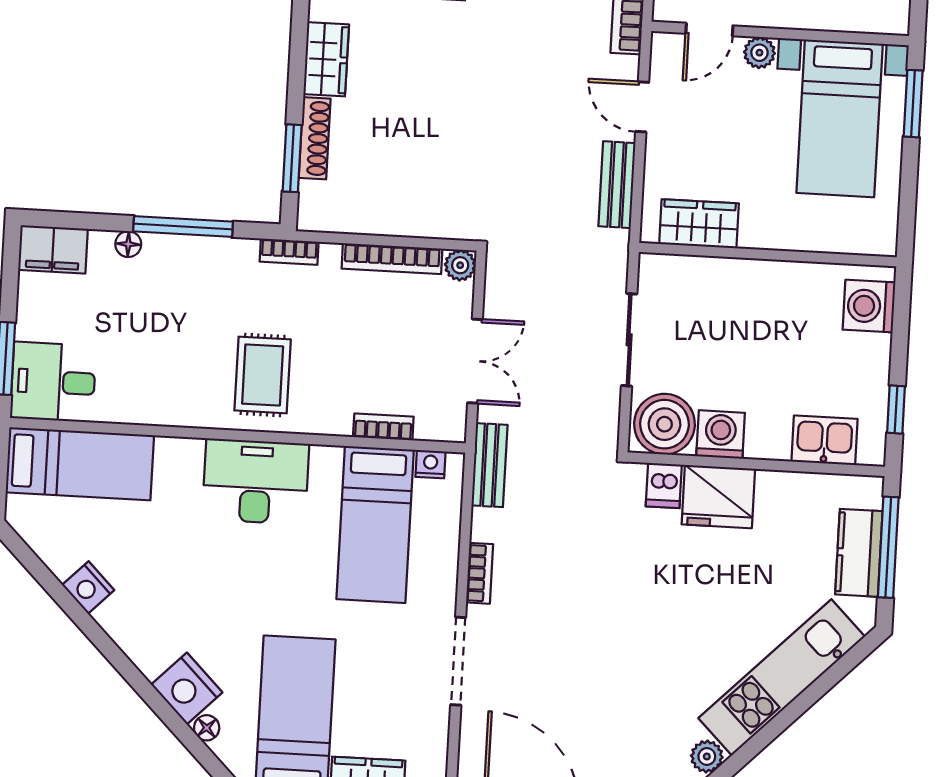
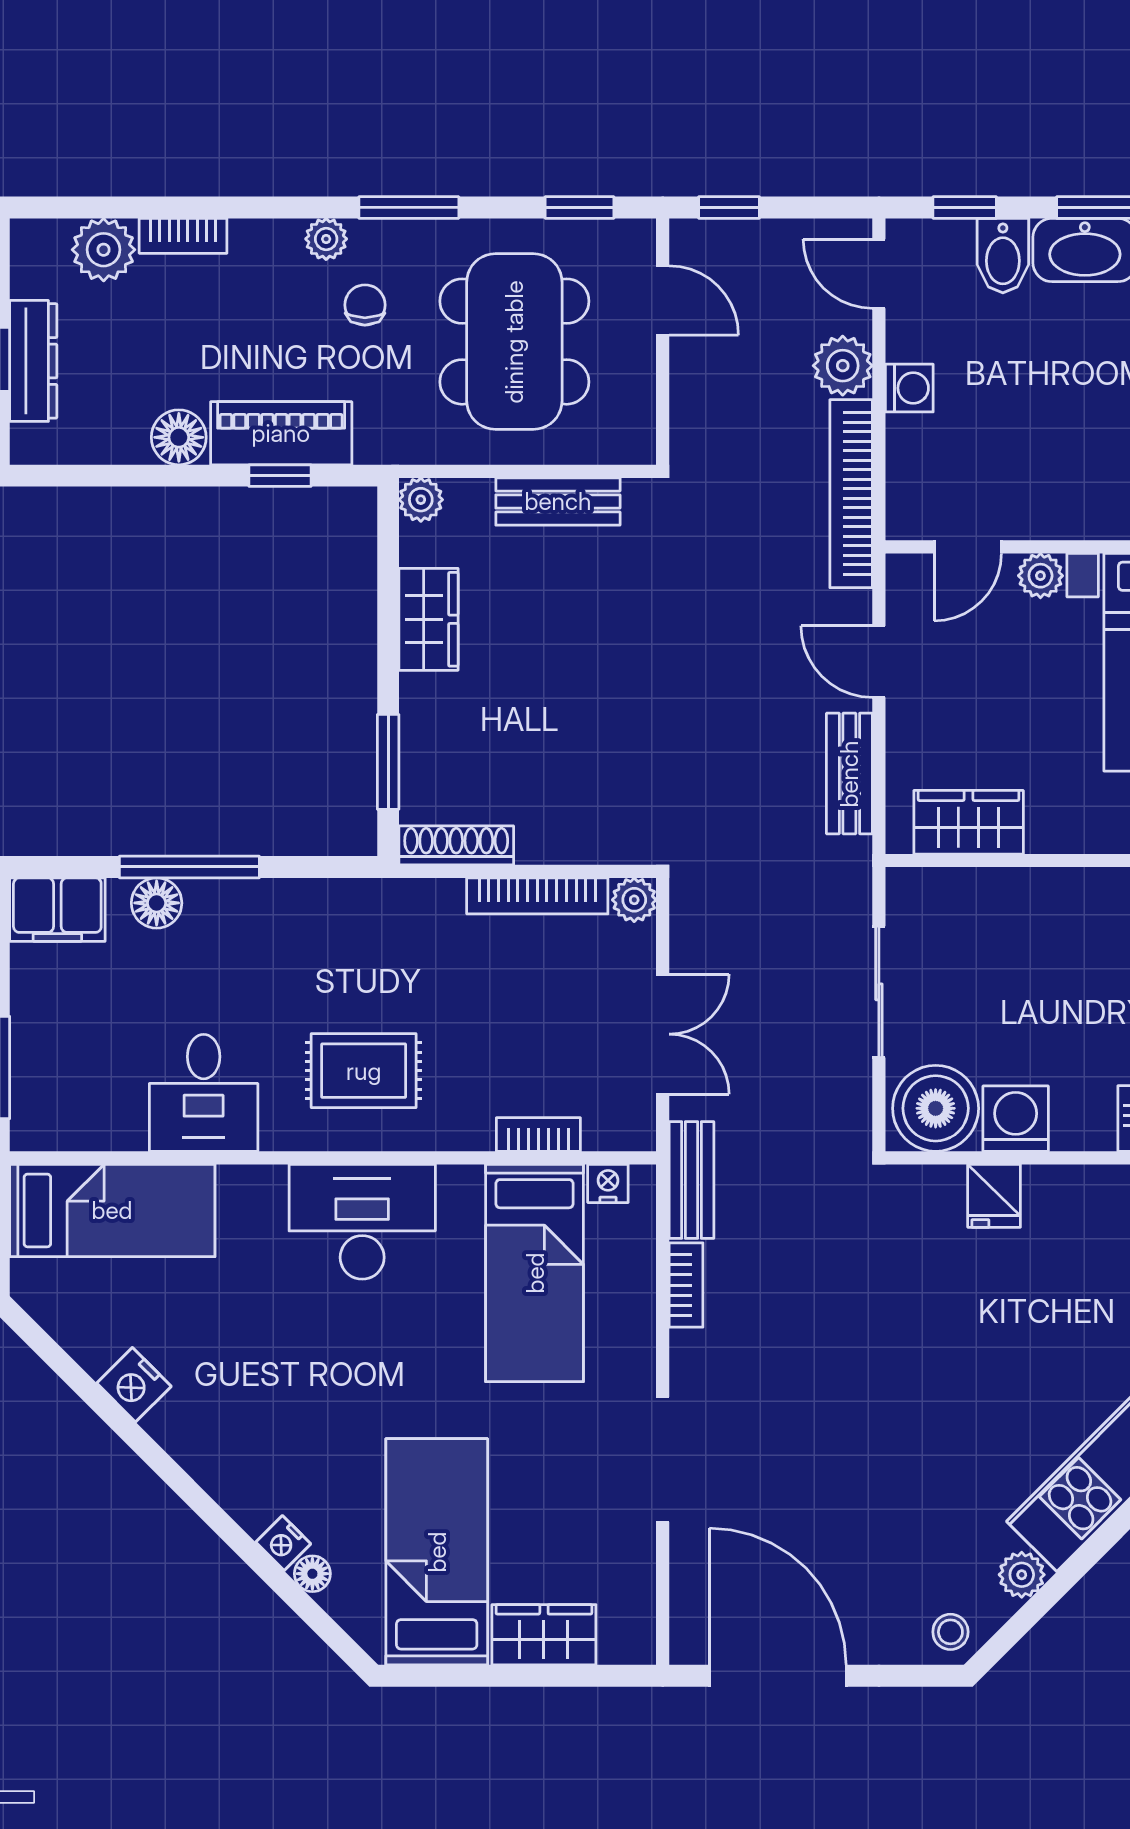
shoe rack: (315, 138) -> (456, 845), moved, turned -90
window: (183, 227) -> (189, 867), moved
floor lamp: (128, 244) -> (157, 903), width x1.37, depth x1.37
bookcase: (289, 252) -> (391, 894), removed
rug: (263, 375) -> (364, 1071), turned 90
desk: (53, 382) -> (204, 1093), moved, turned -90
dishwasher: (664, 486) -> (939, 1195), removed
fridge: (718, 497) -> (994, 1196), width x0.53, depth x0.75
bookcase: (480, 573) -> (686, 1285), moved
nightstand: (187, 689) -> (283, 1543), width x0.53, depth x0.56

